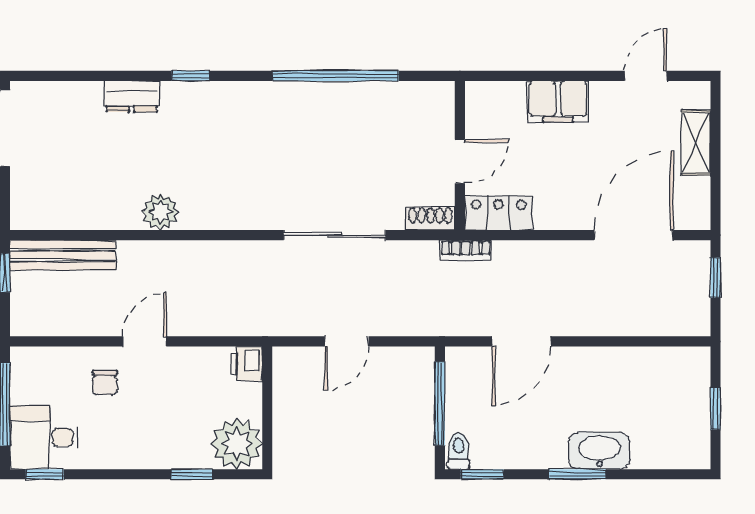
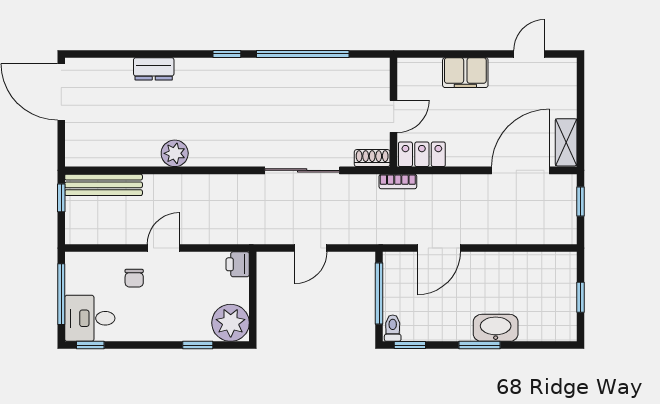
window: (191, 76) -> (227, 54), moved
shelving: (696, 143) -> (566, 142), moved

